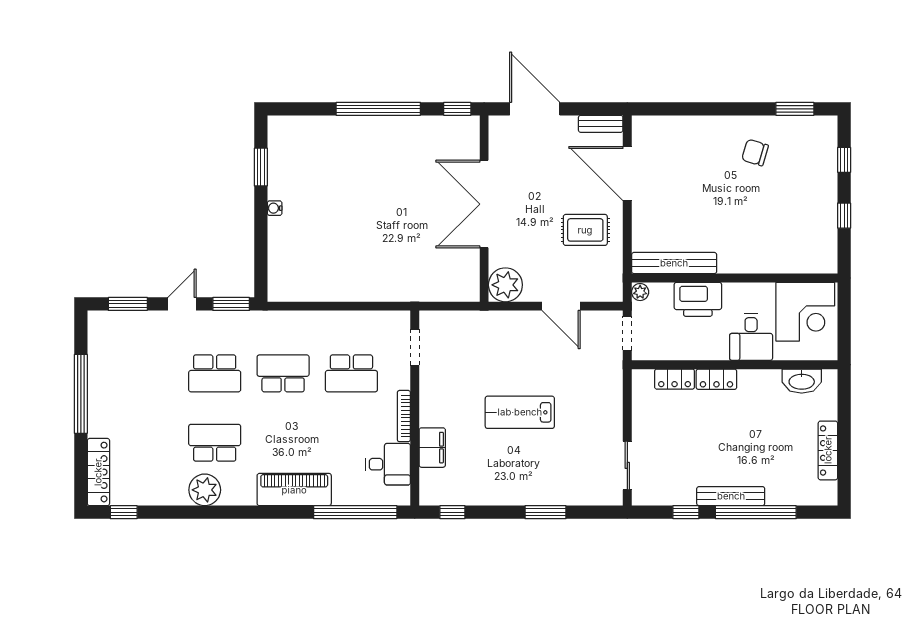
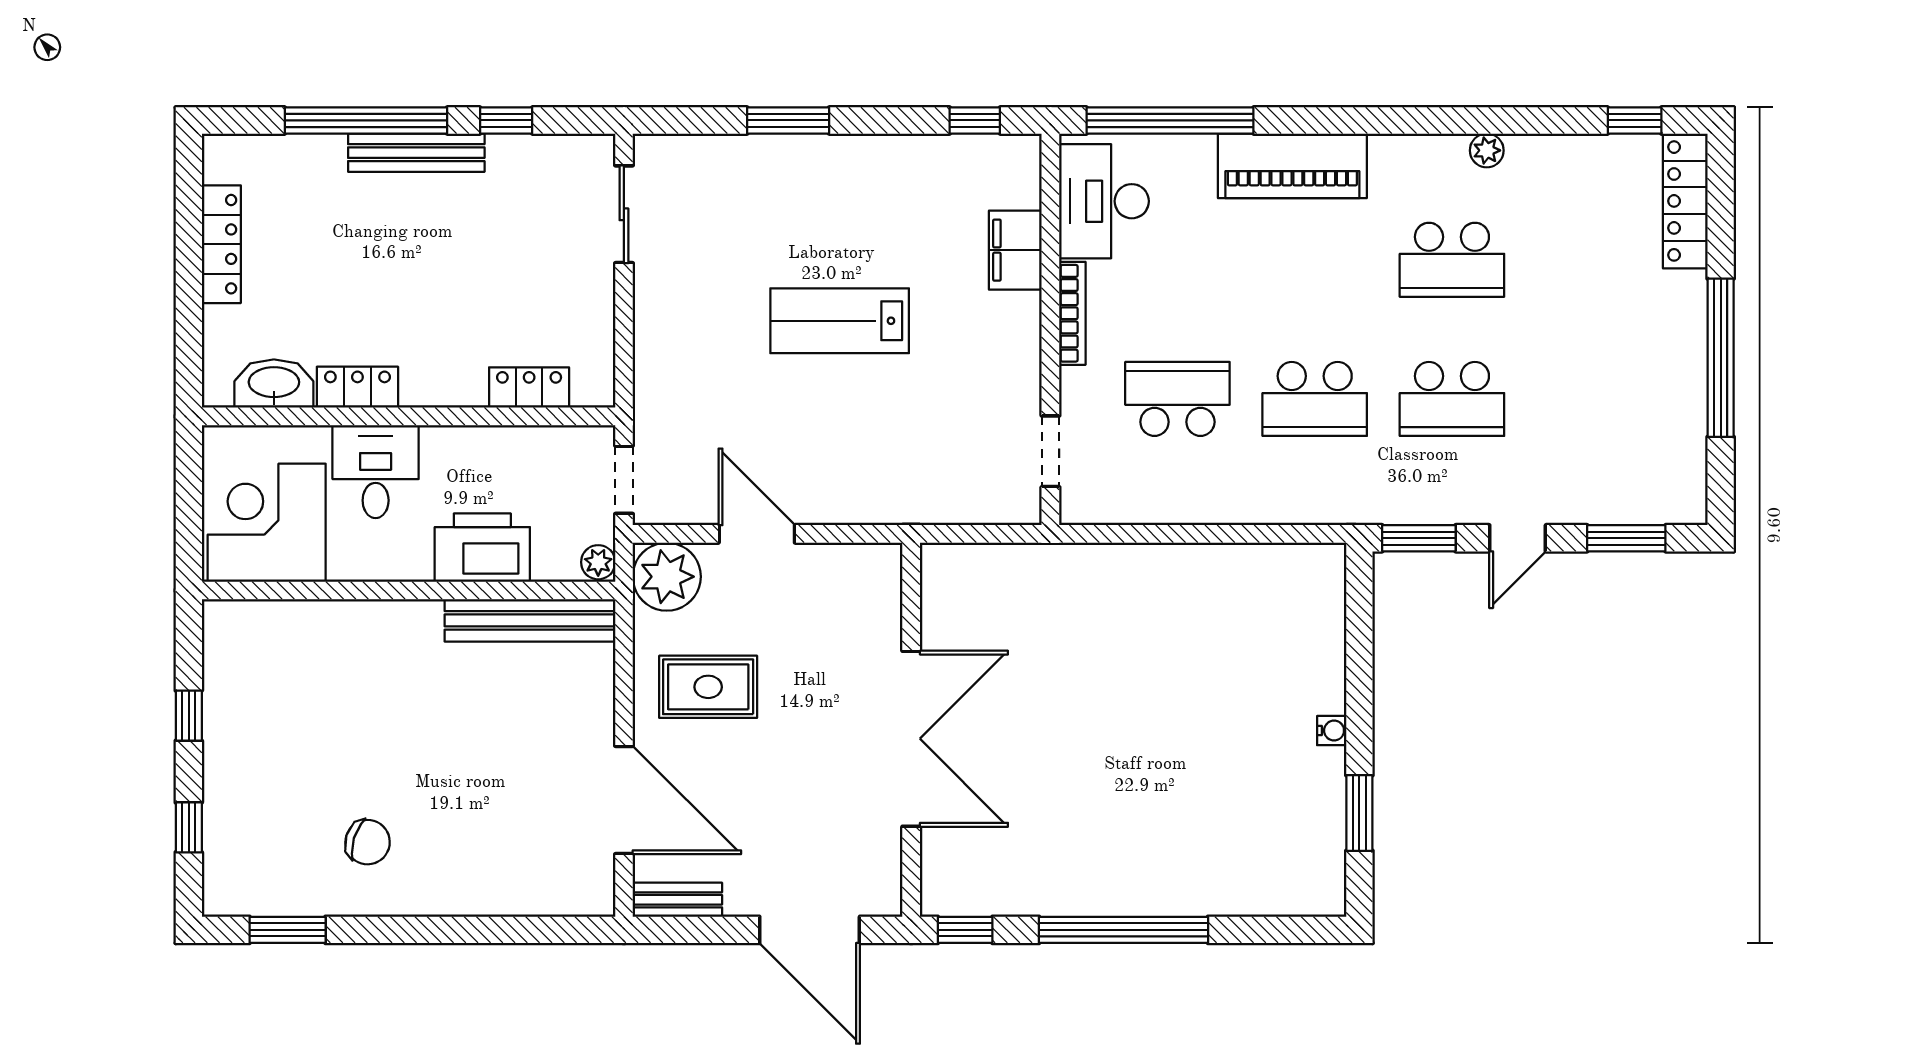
plant: (505, 285) -> (667, 577), moved
school desk: (215, 373) -> (1452, 399), turned 180
locker: (716, 379) -> (357, 387), moved
lab bench: (520, 412) -> (840, 321), turned 180
desk: (388, 464) -> (1104, 201), width x1.37
plant: (205, 490) -> (1487, 150), width x0.53, depth x0.53

